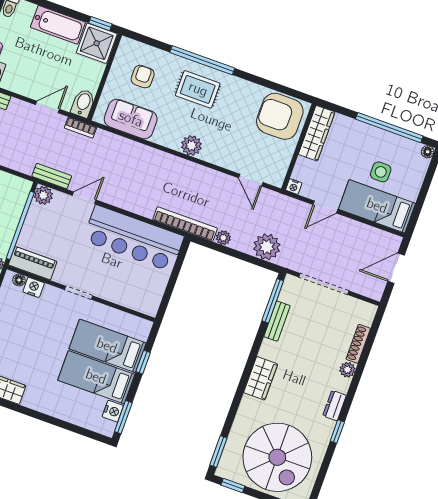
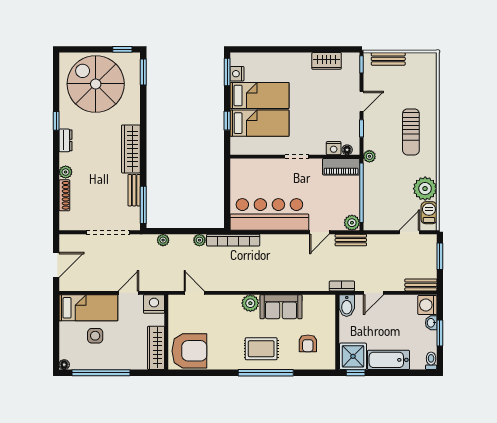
sofa: (131, 119) -> (281, 307), moved
nightstand: (294, 187) -> (154, 304), width x1.89, depth x1.79
plant: (267, 247) -> (163, 240), width x0.53, depth x0.53
wardrobe: (261, 378) -> (131, 149), width x1.50

